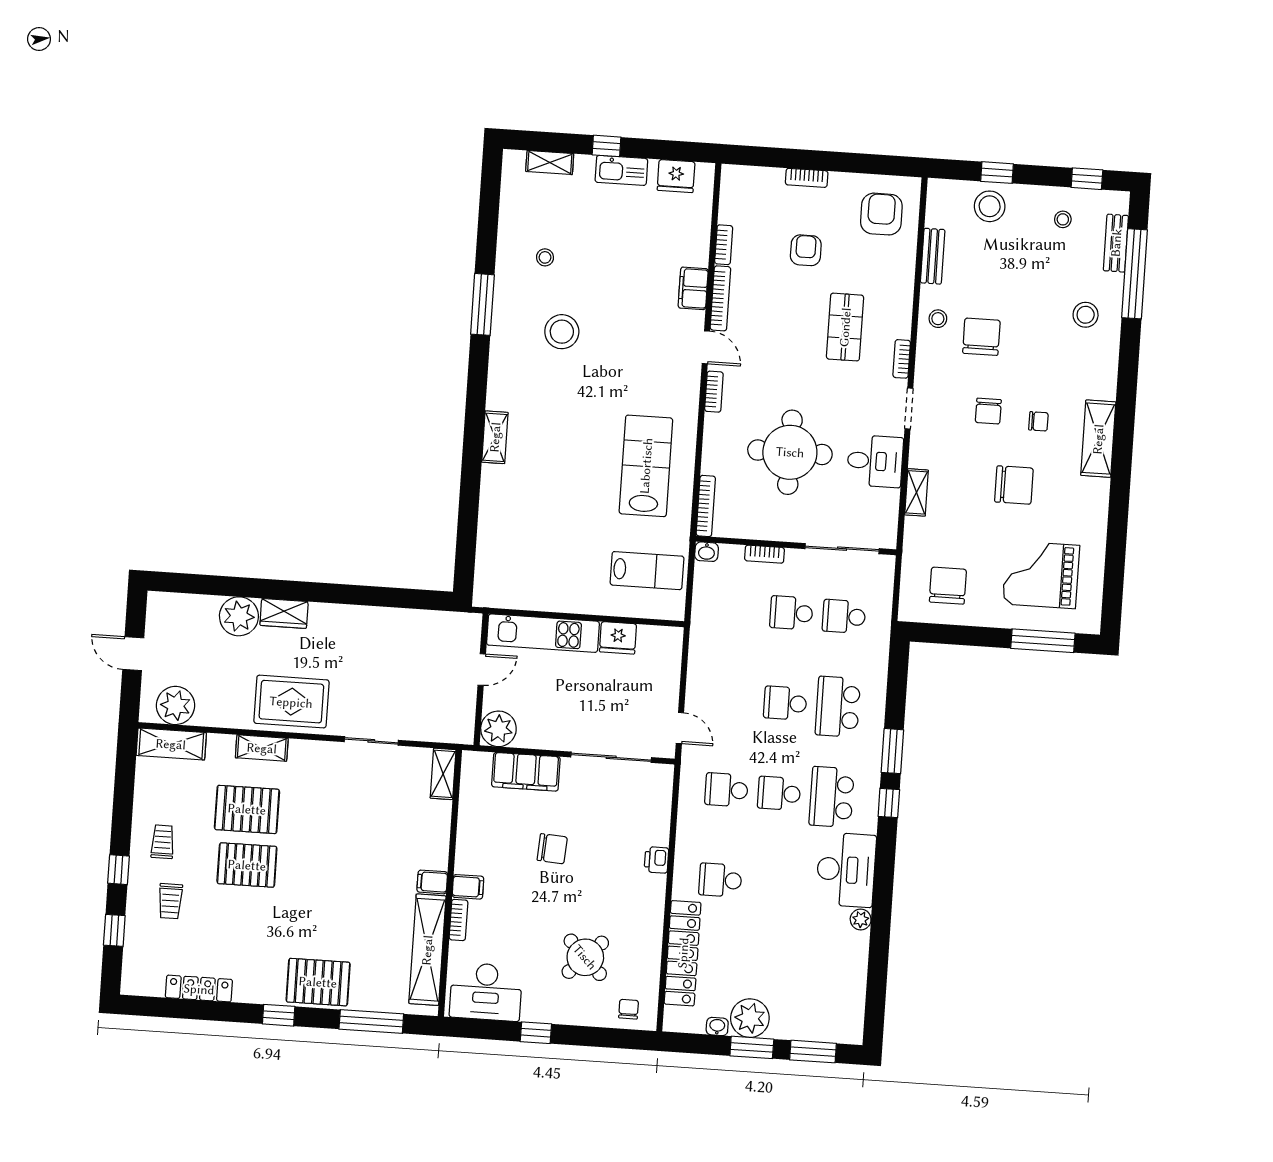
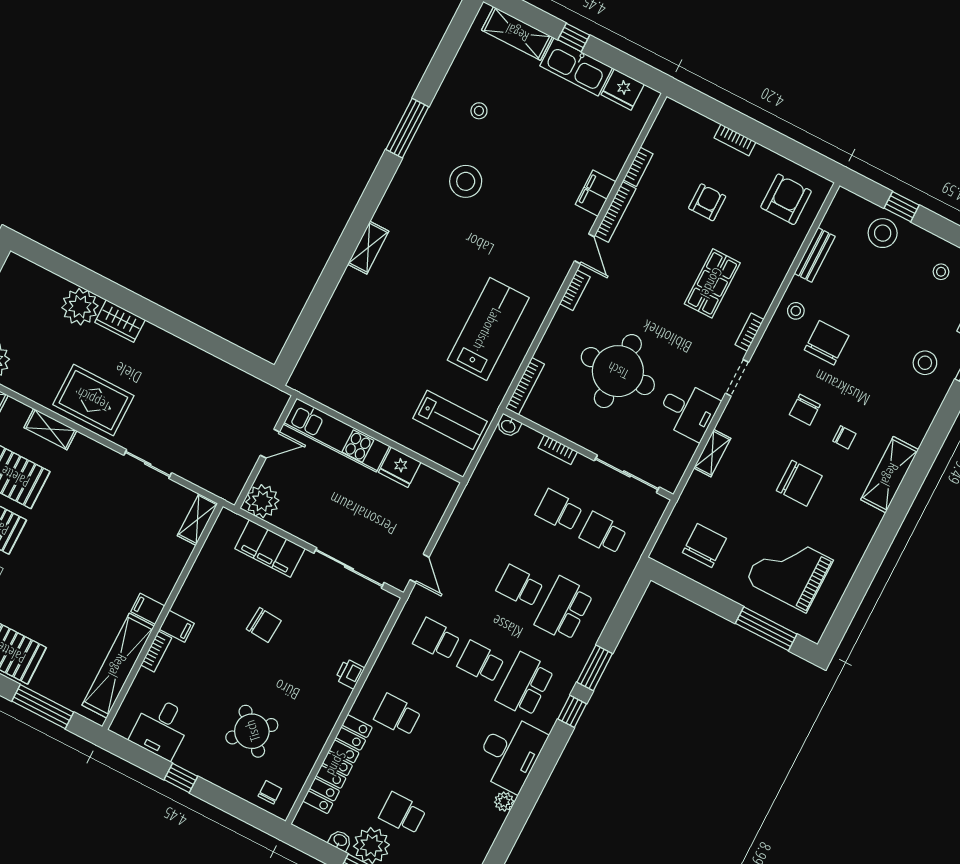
shelving: (550, 163) -> (517, 33), width x1.50, depth x1.33
kitchen sink: (621, 170) -> (576, 67), width x1.36, depth x1.24
school desk: (767, 974) -> (403, 814), added
desk: (486, 992) -> (161, 728), width x0.73

